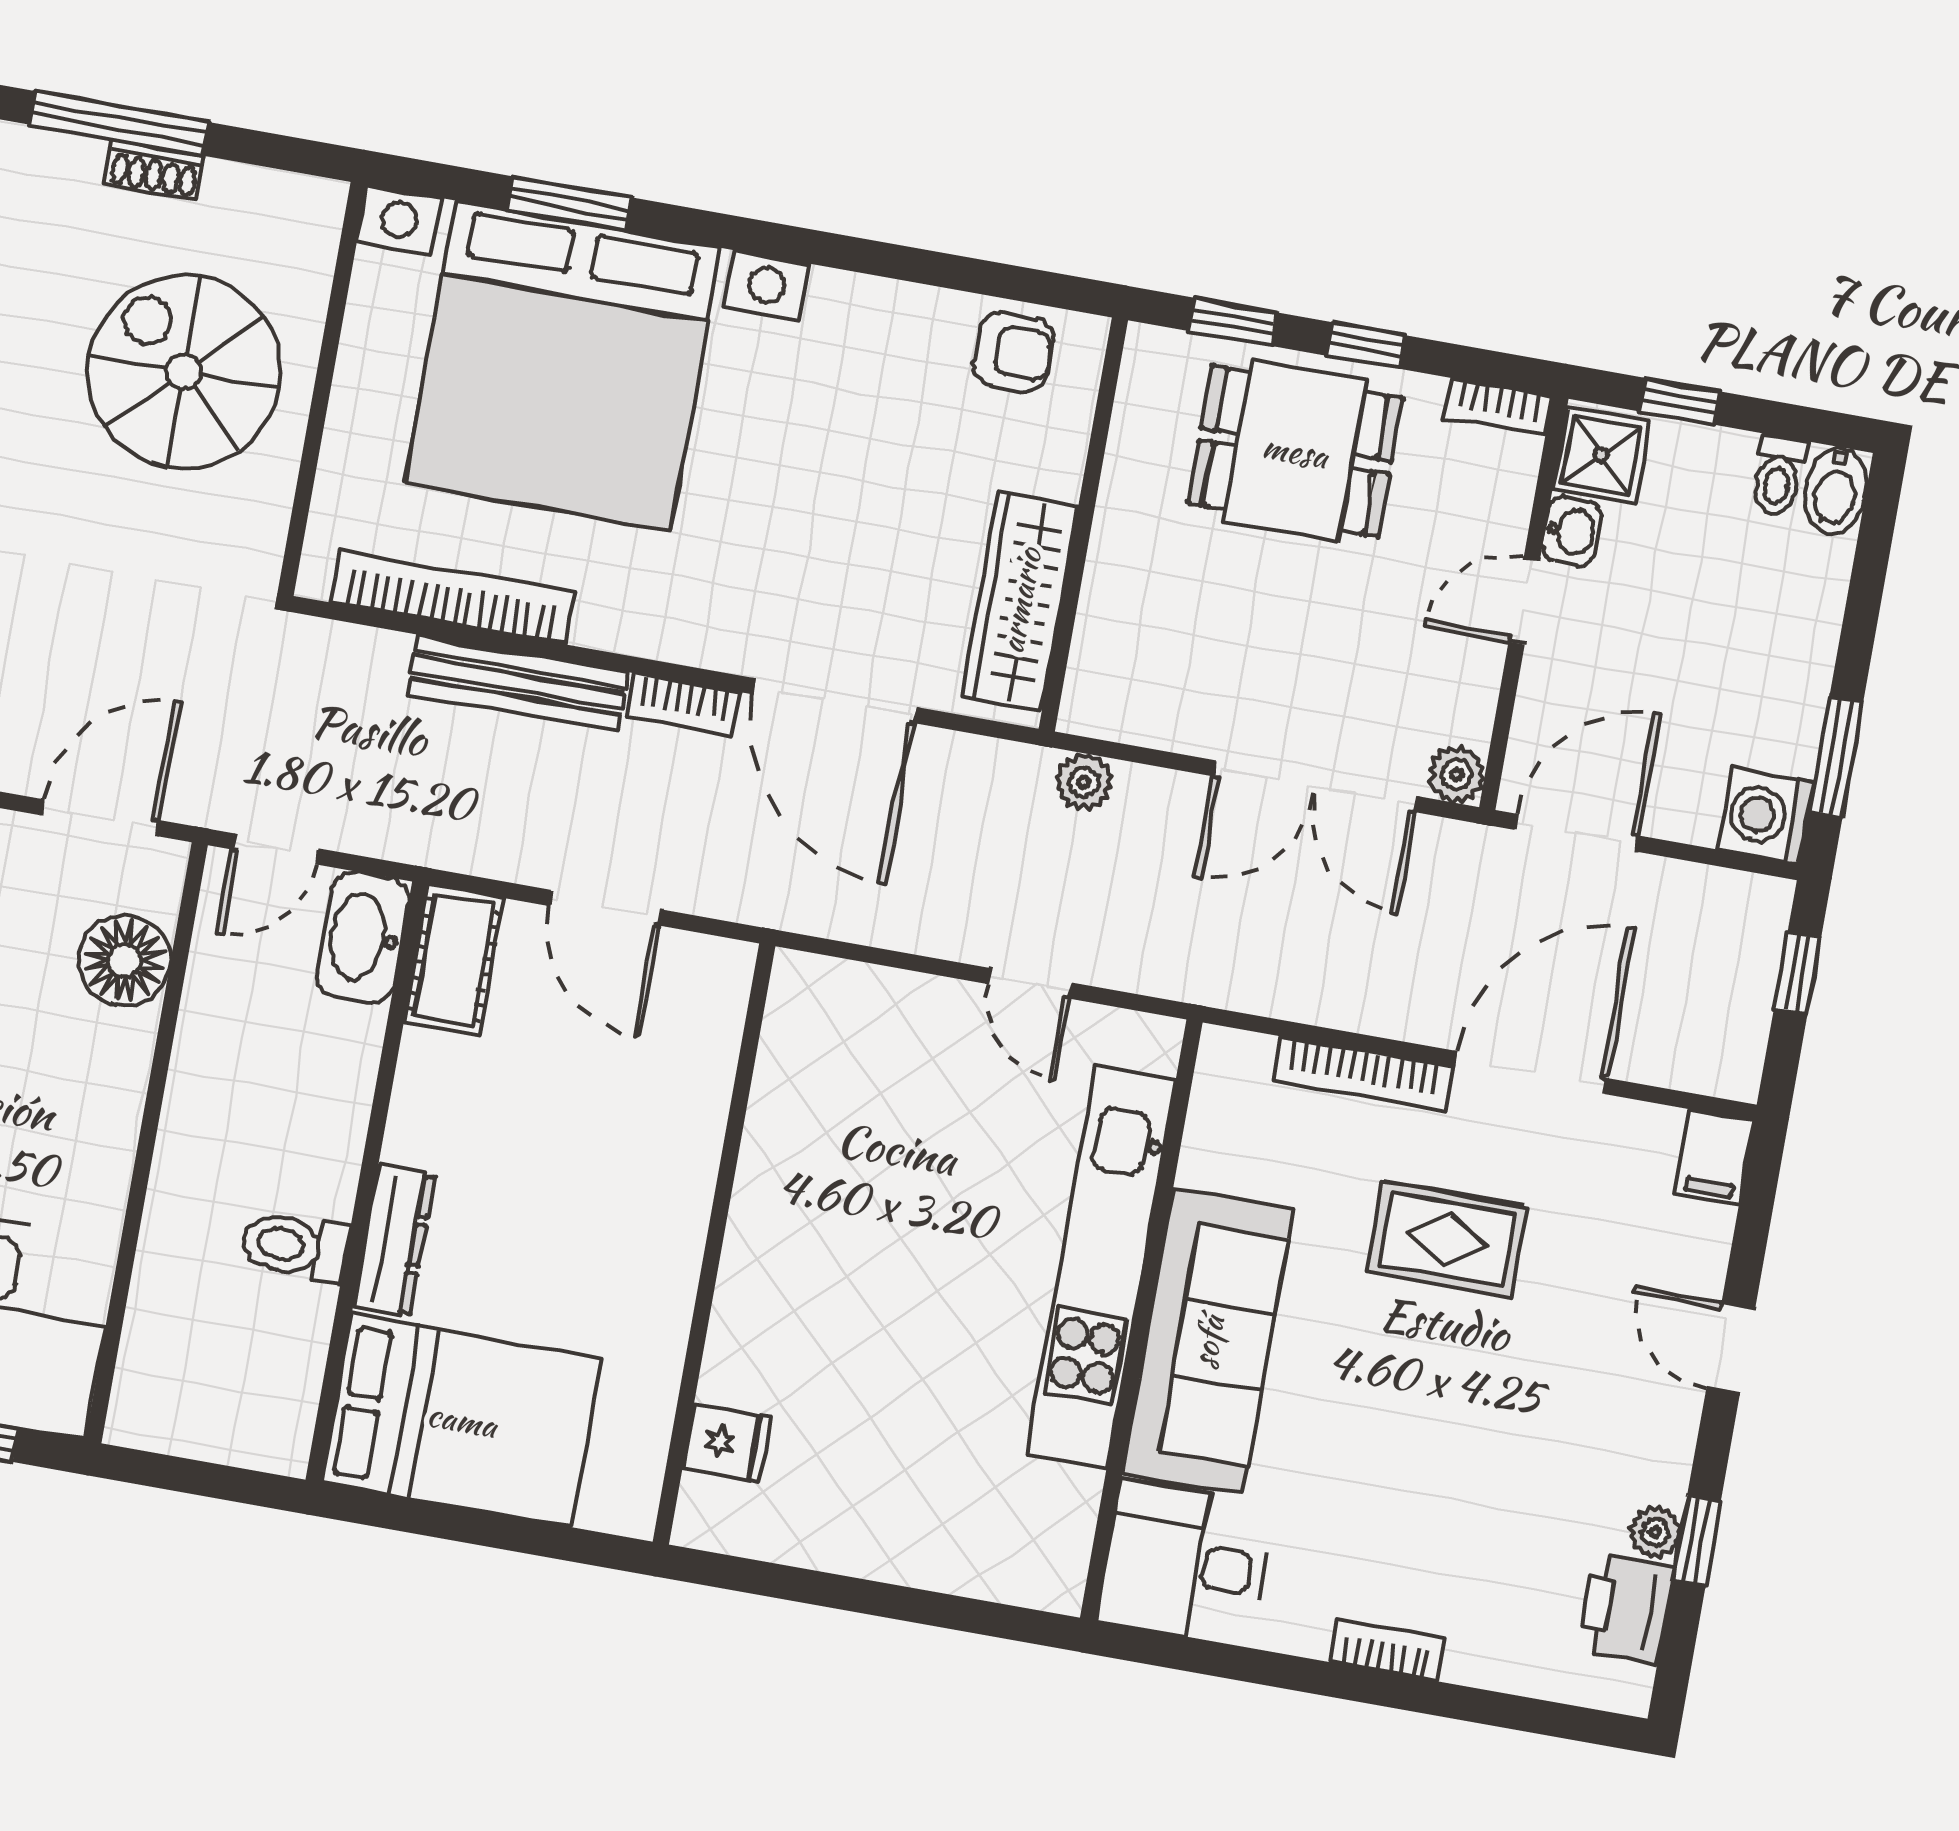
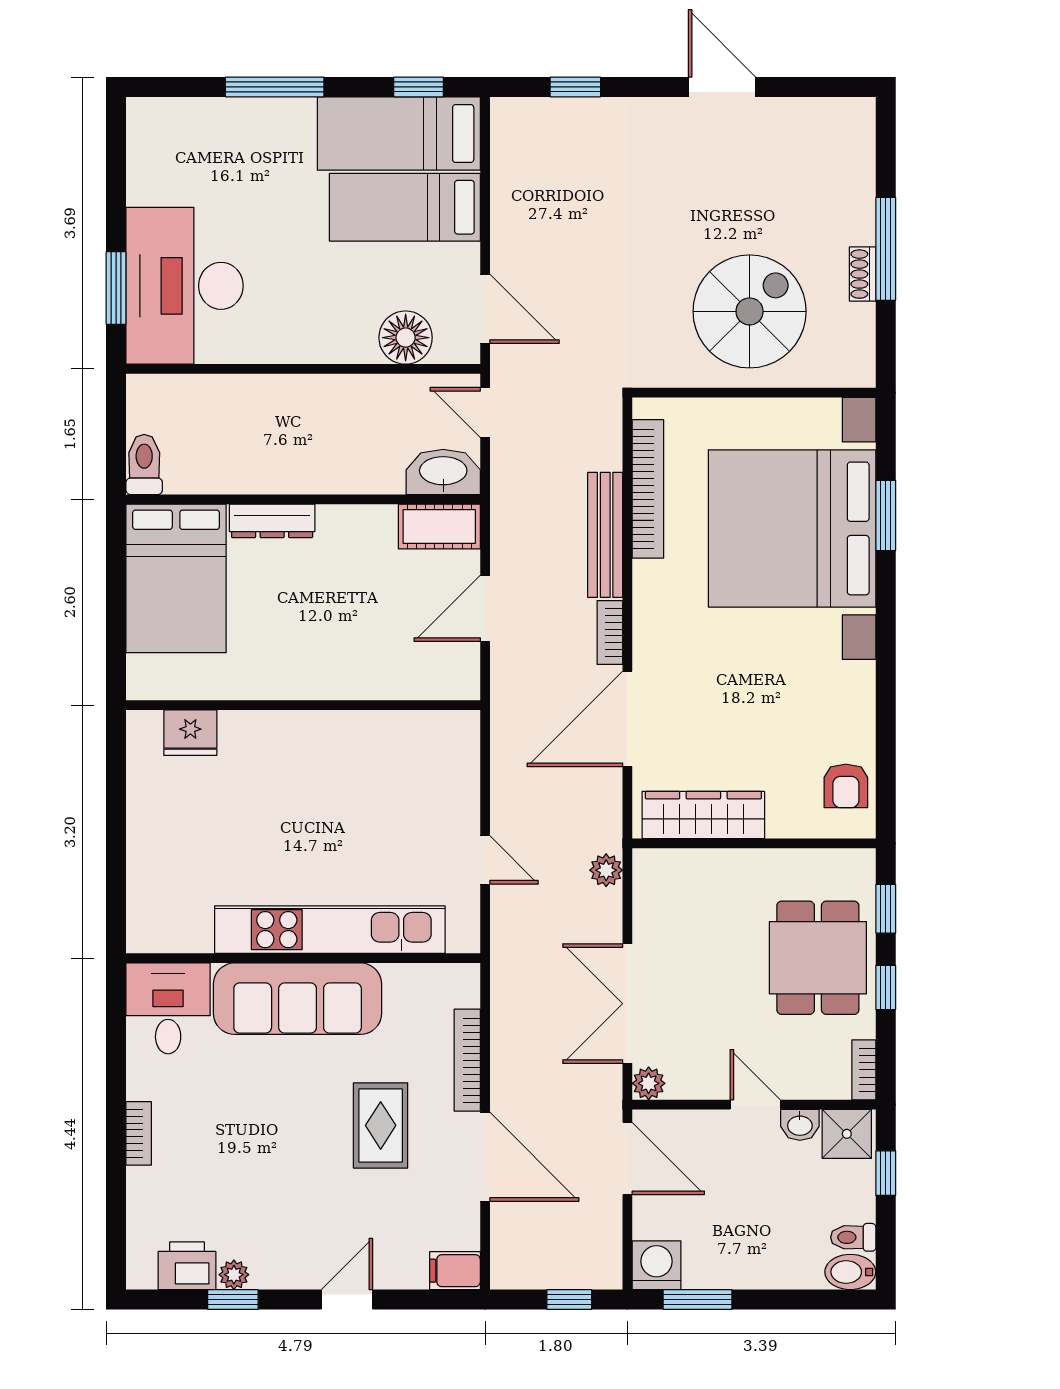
door: (1030, 983) -> (485, 860), swing flipped
toilet: (295, 1246) -> (144, 465), moved
fridge: (727, 1443) -> (190, 733), width x1.38

